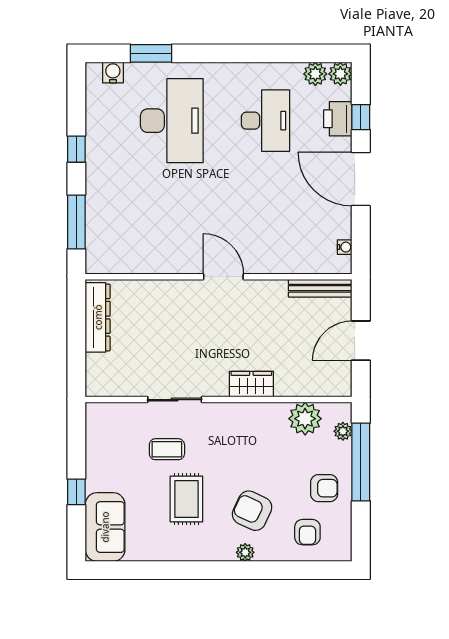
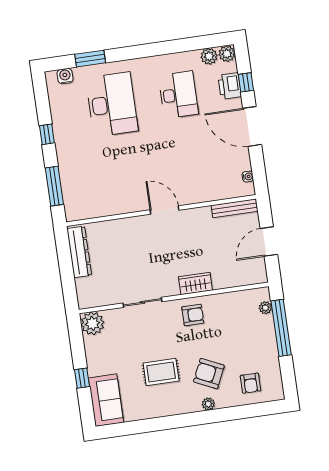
plant: (305, 419) -> (92, 323), moved
coffee table: (167, 449) -> (142, 339), removed
armchair: (324, 488) -> (193, 315), moved
rug: (186, 499) -> (161, 372), turned 90

